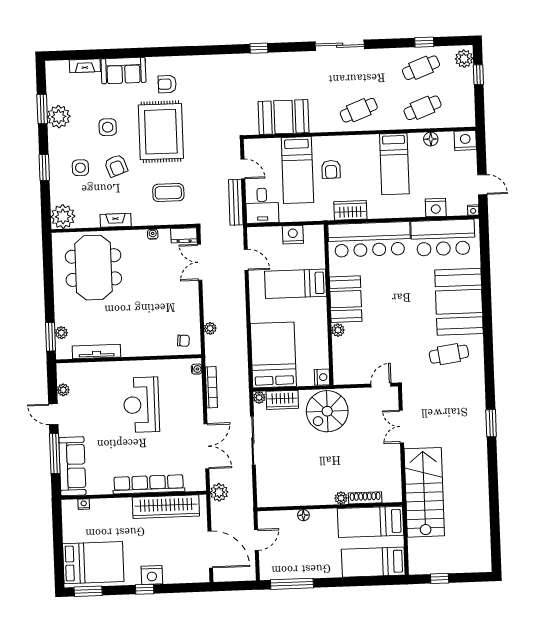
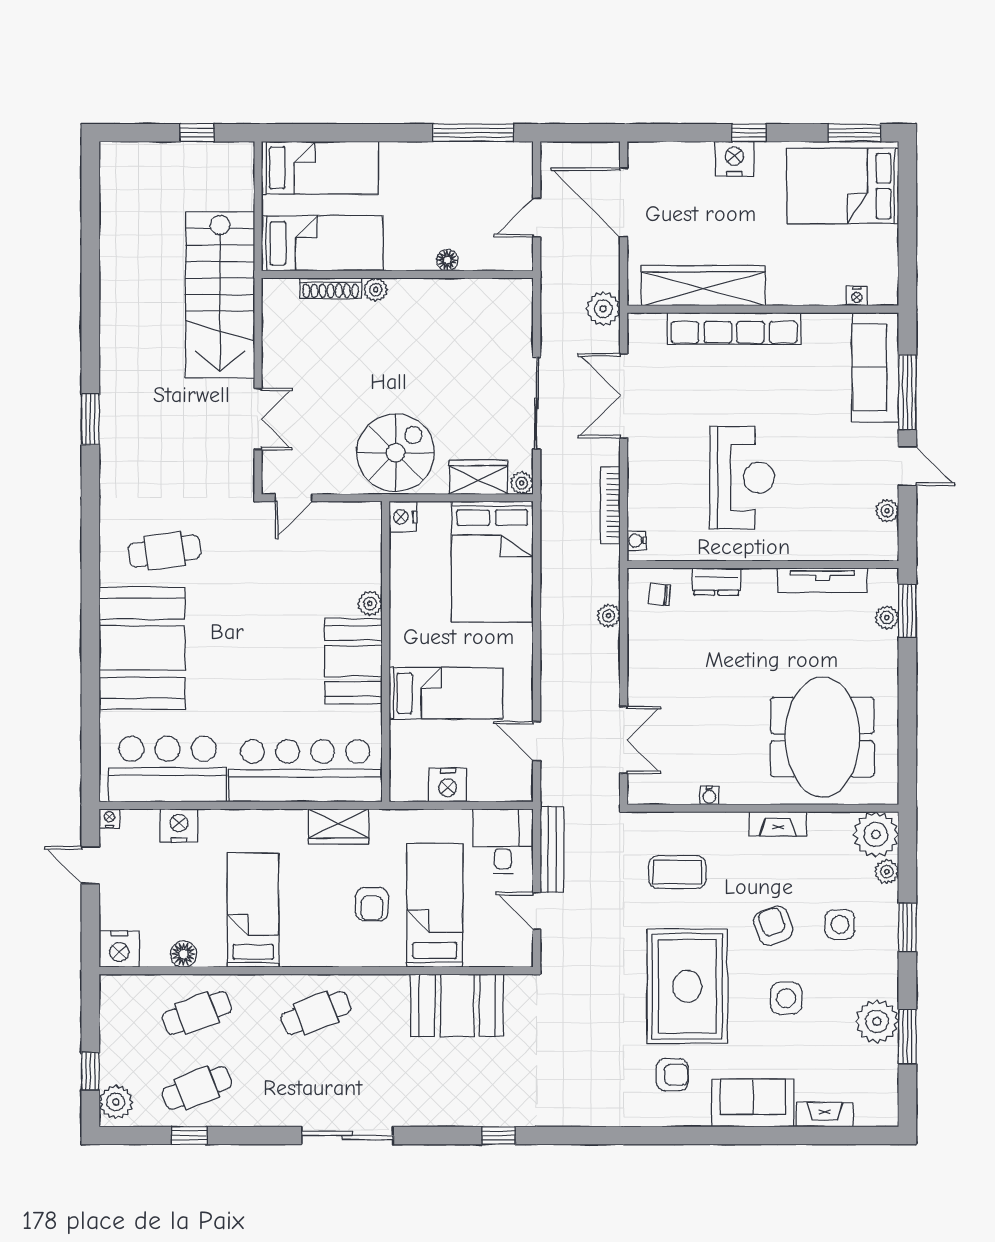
armchair: (331, 169) -> (372, 904), turned 180
plant: (56, 197) -> (887, 872), added
dresser: (184, 235) -> (716, 582), moved, turned 180

